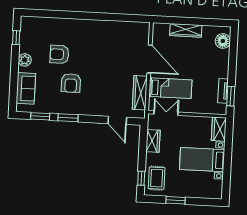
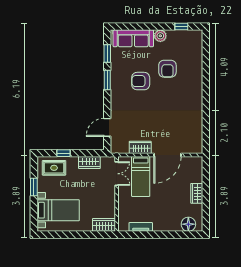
wardrobe: (186, 30) -> (197, 193), width x0.67
armchair: (59, 54) -> (167, 69), turned 180
sofa: (26, 88) -> (133, 38), width x1.36
wardrobe: (140, 93) -> (140, 147), width x0.67
window: (231, 96) -> (136, 235), removed
bed with nightstands: (202, 160) -> (58, 210), moved, turned 90
window: (141, 178) -> (64, 153), moved

